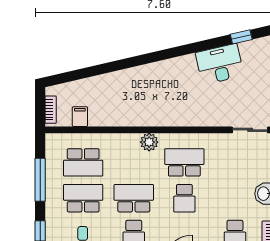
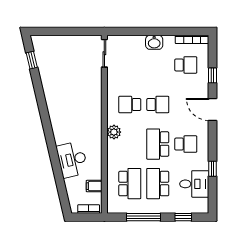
desk: (220, 64) -> (72, 160), moved
school desk: (184, 162) -> (130, 105), width x0.54

